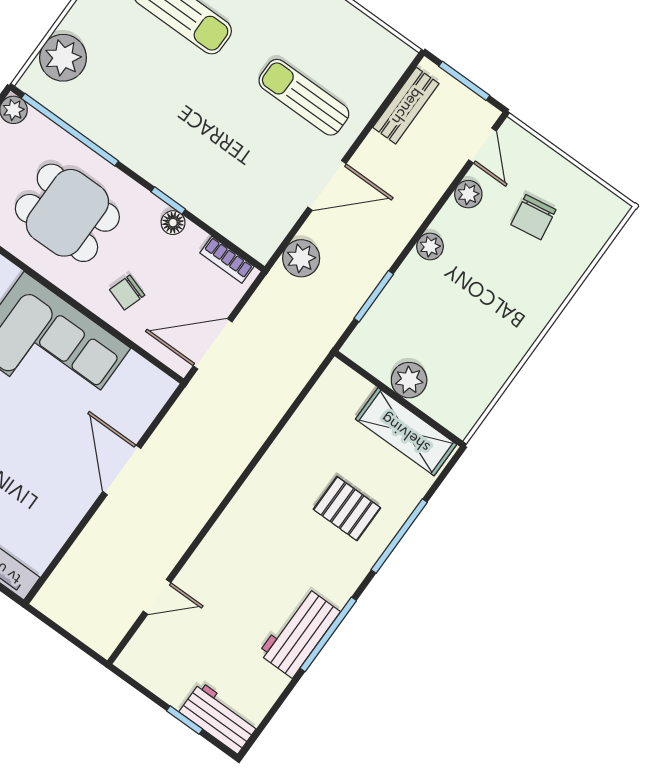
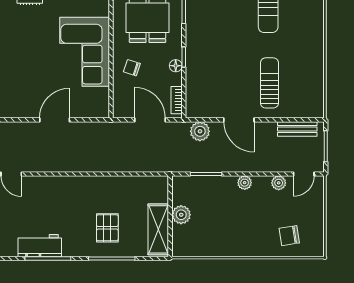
chair: (533, 217) -> (289, 236), moved
door: (213, 344) -> (150, 120), moved

